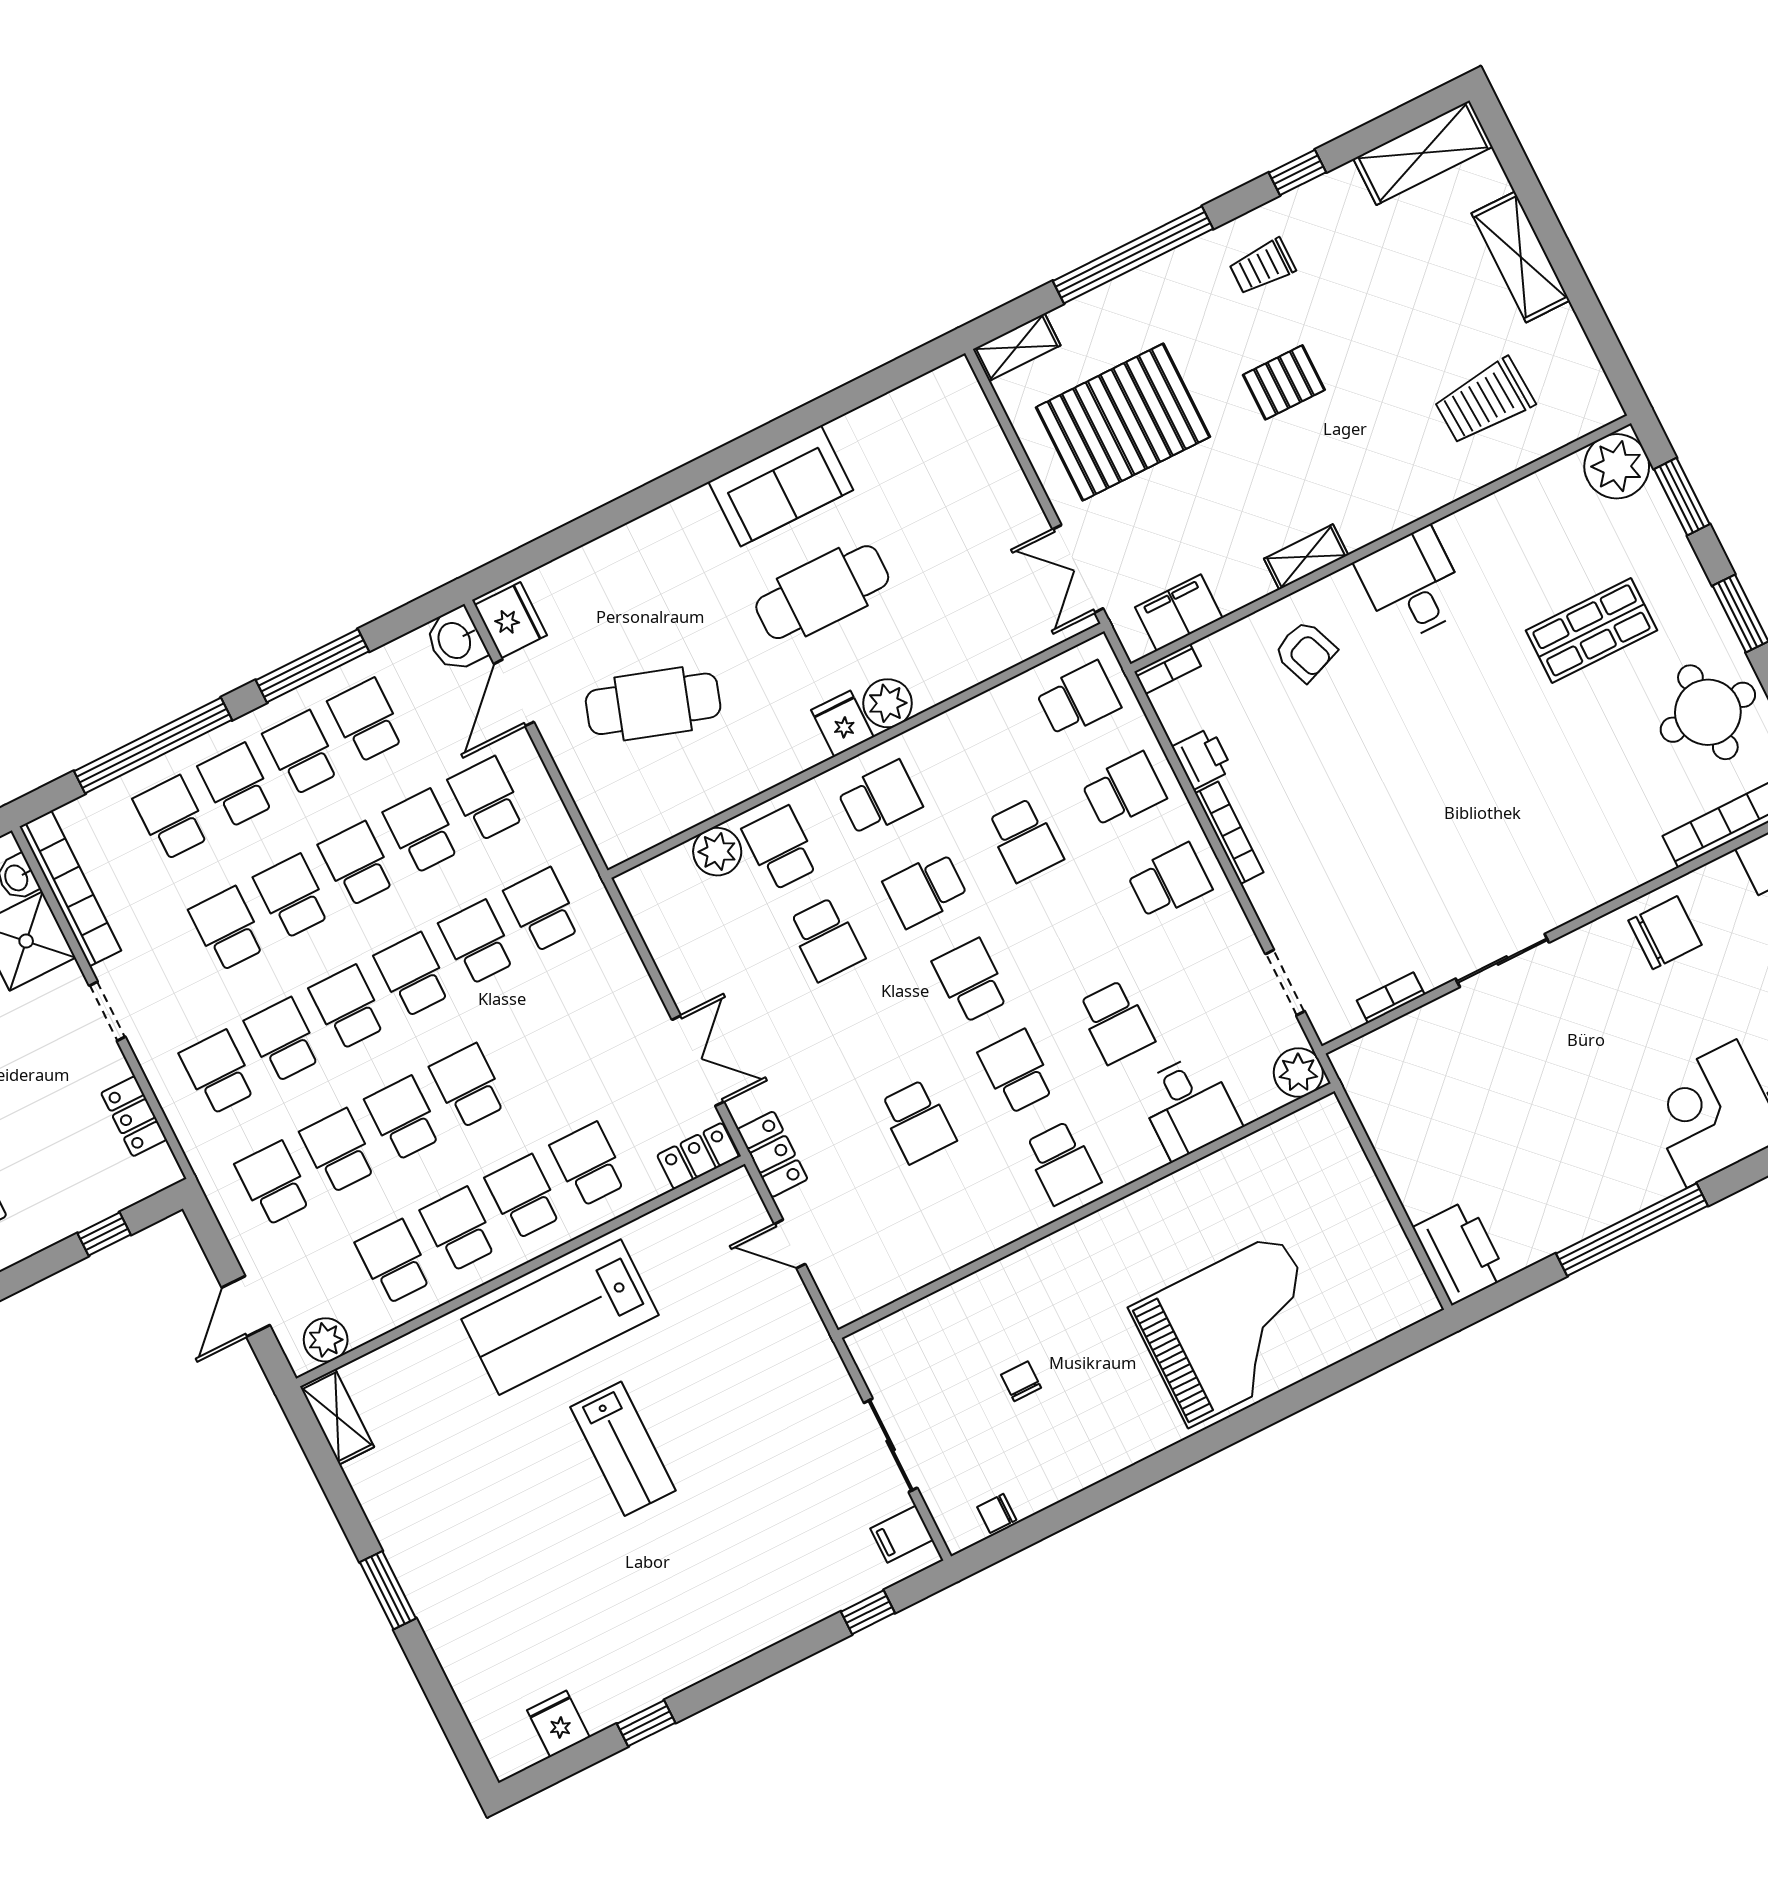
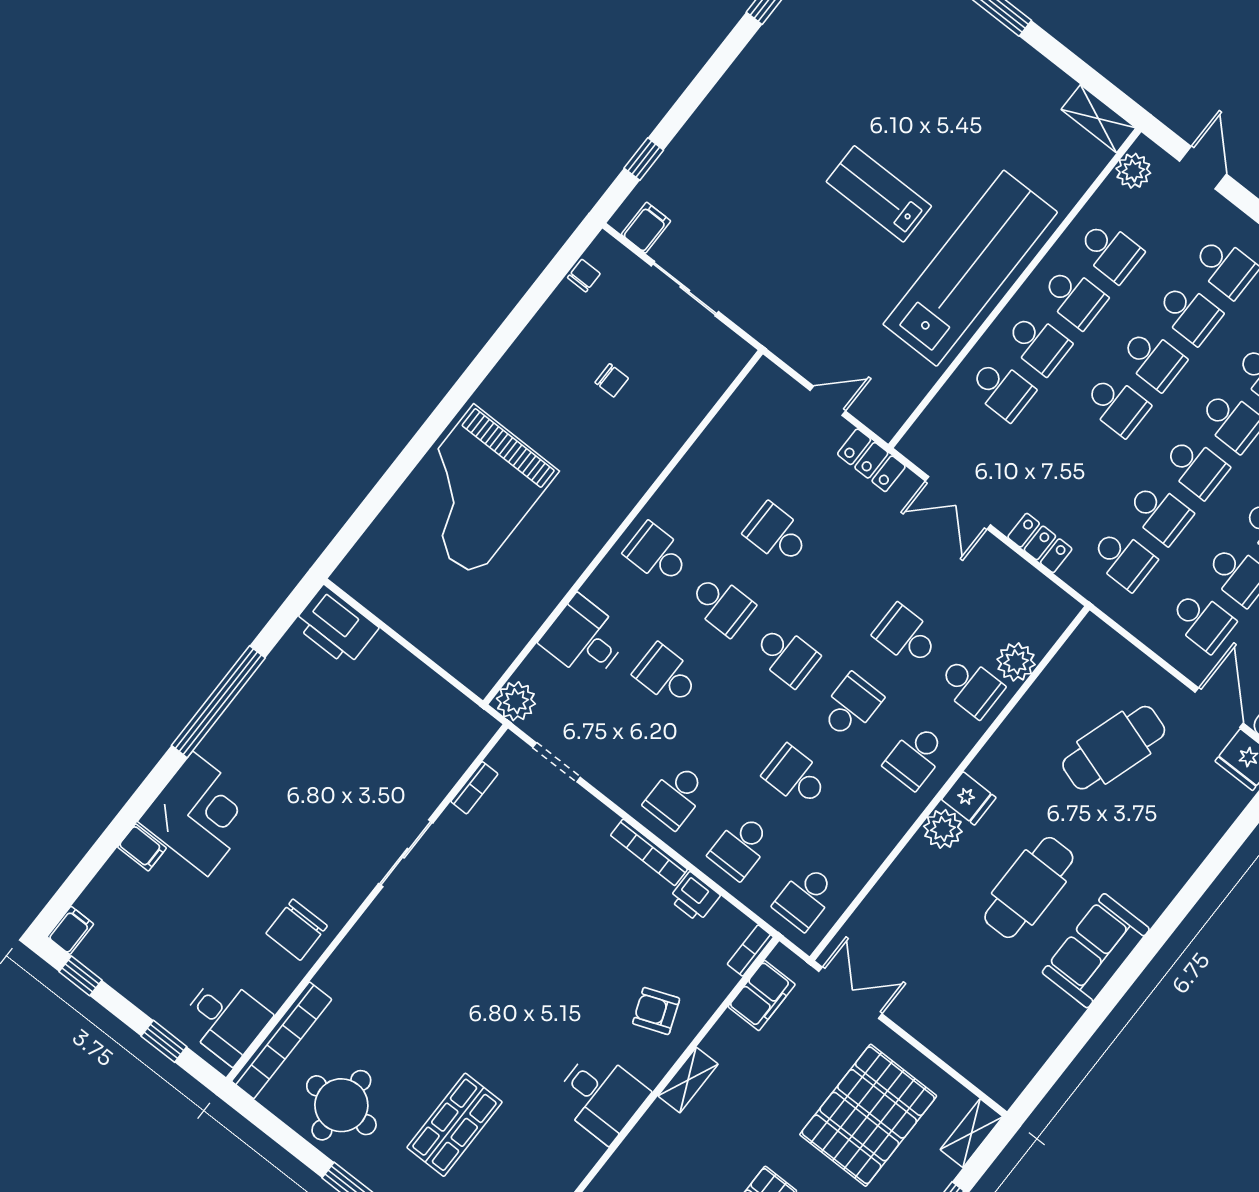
locker: (698, 1156) -> (1040, 543), moved, turned -90
lab bench: (560, 1317) -> (970, 268), width x1.36

